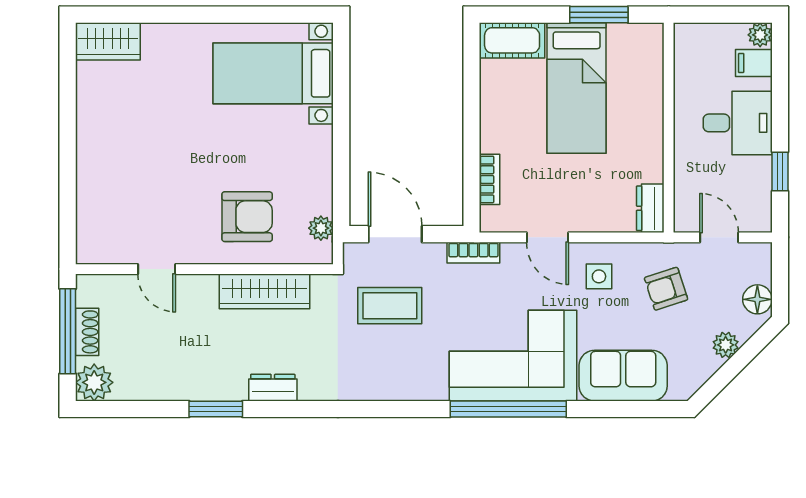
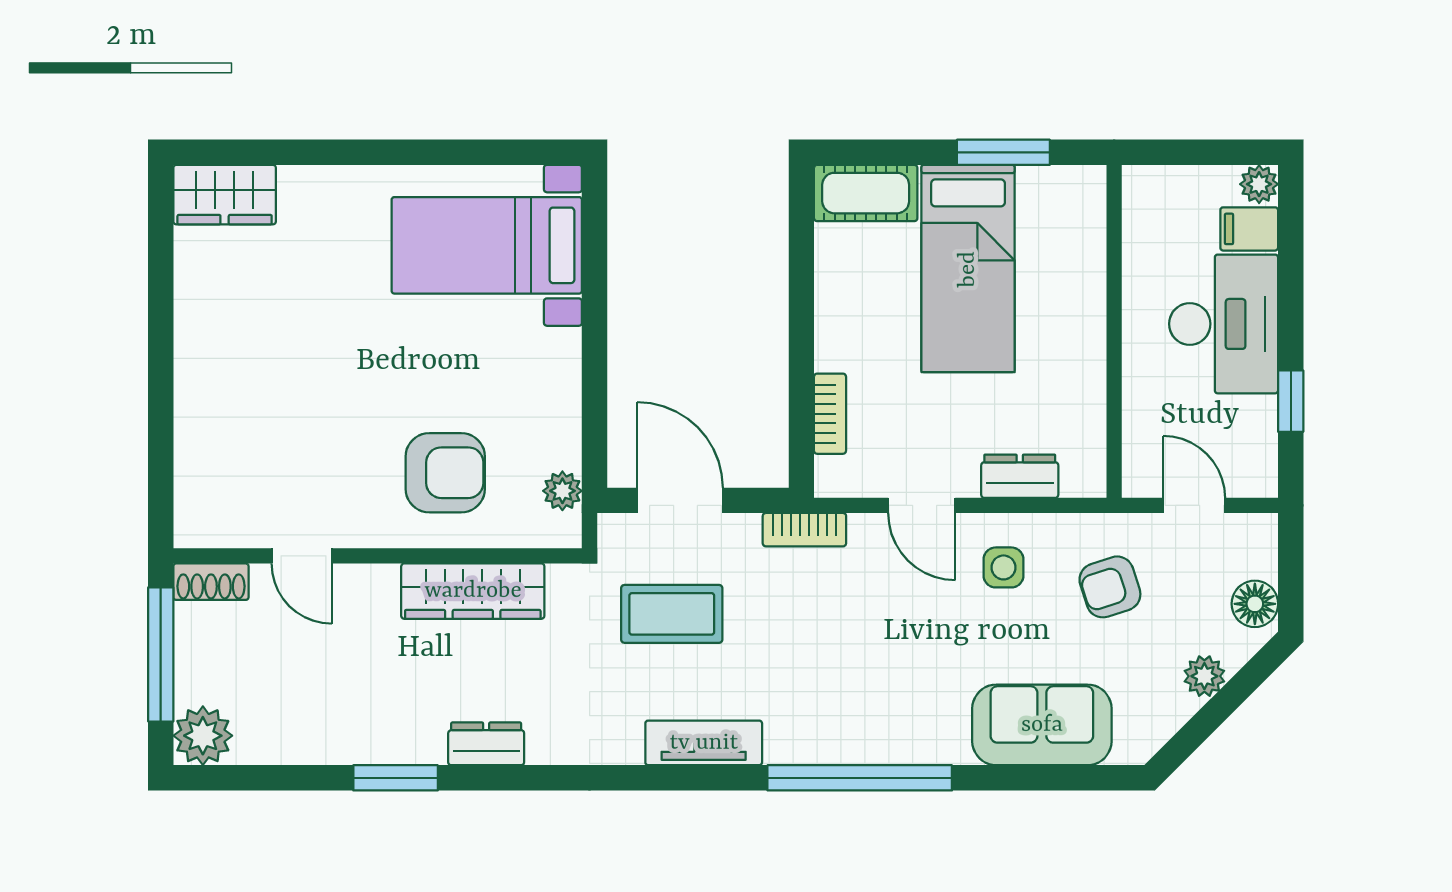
desk: (738, 123) -> (1224, 324), width x1.37
dresser: (650, 208) -> (1020, 476), moved, turned 90
shoe rack: (87, 332) -> (211, 582), moved, turned 90
corner sofa: (513, 356) -> (867, 693), removed
tv unit: (410, 387) -> (704, 743), added

